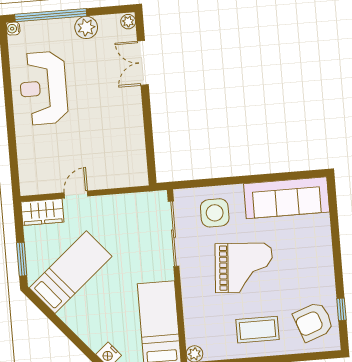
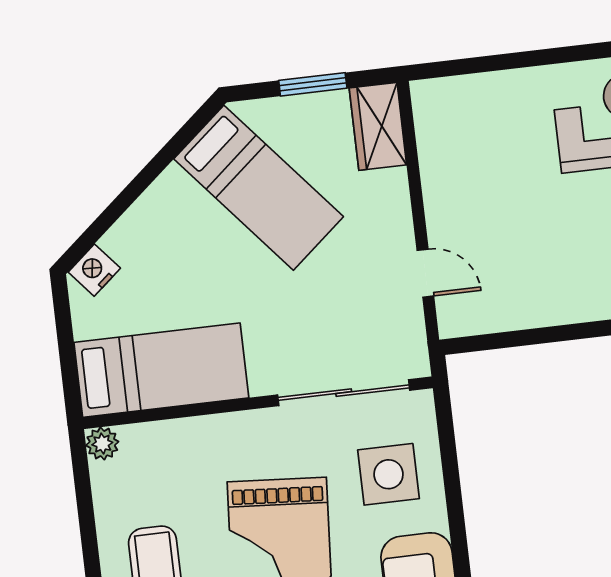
door: (76, 194) -> (425, 273), moved
window: (22, 259) -> (313, 84), moved

